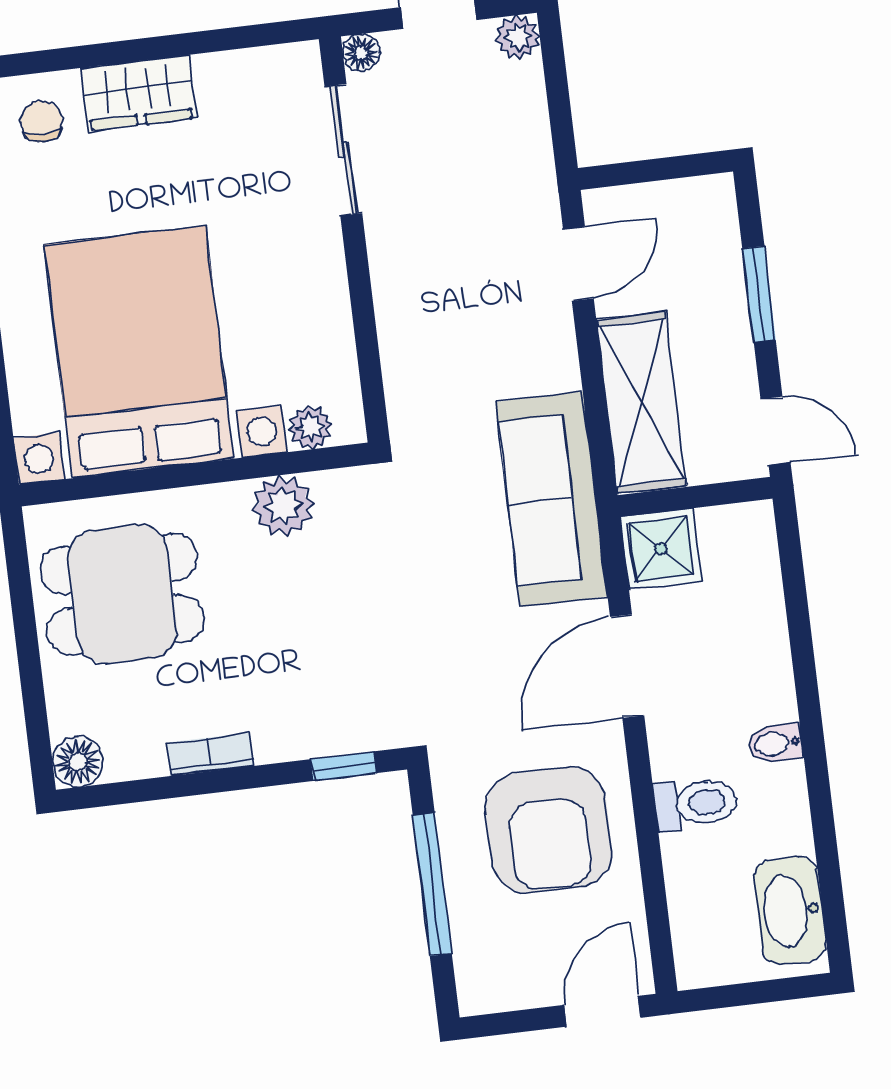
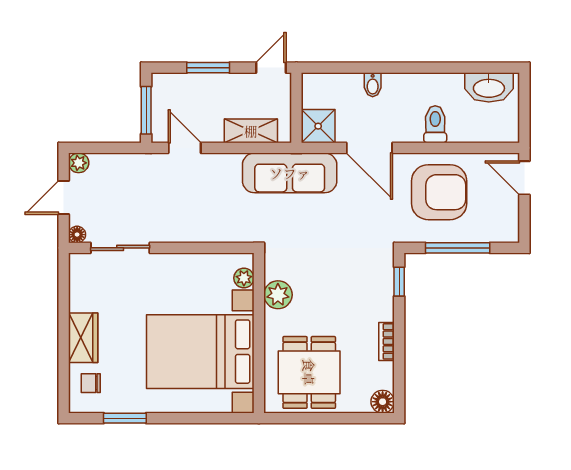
window: (650, 170) -> (146, 110), added
shelving: (641, 403) -> (251, 131), width x0.67, depth x0.75
bidet: (776, 743) -> (373, 85), moved

